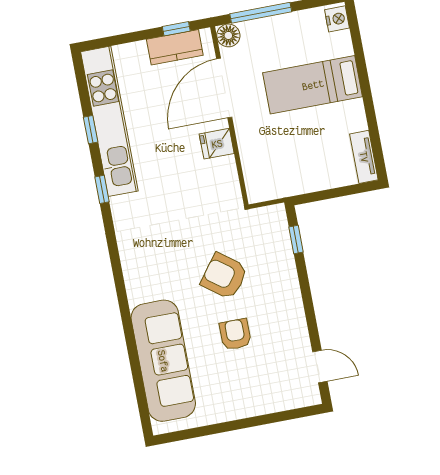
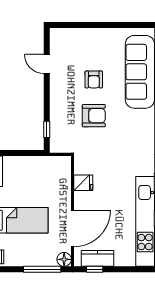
fridge: (217, 144) -> (83, 183), moved
armchair: (224, 276) -> (94, 116), turned -37
door: (320, 366) -> (47, 64), moved

